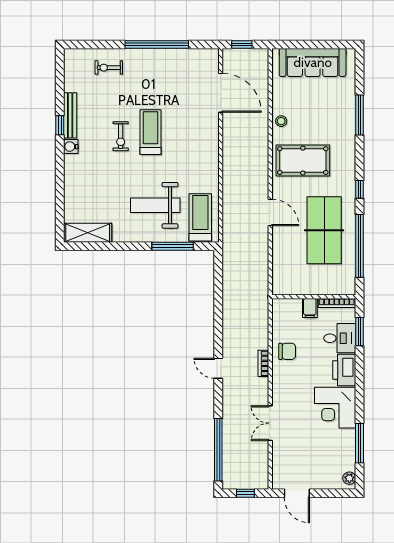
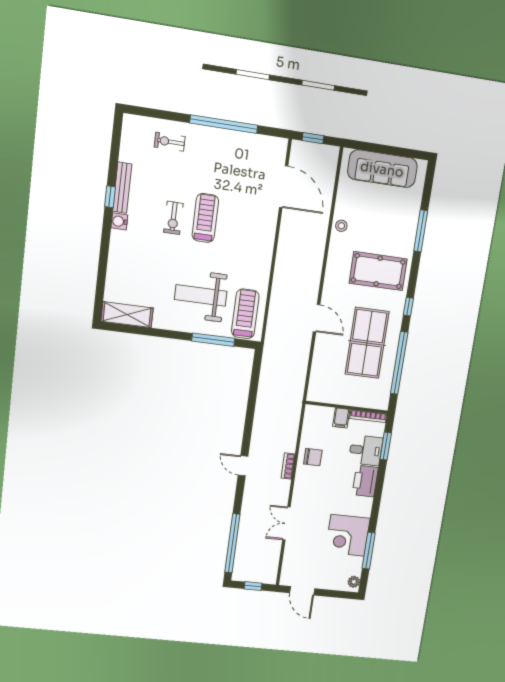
pool table: (303, 161) -> (378, 271), moved
corner desk: (335, 408) -> (348, 535), moved

